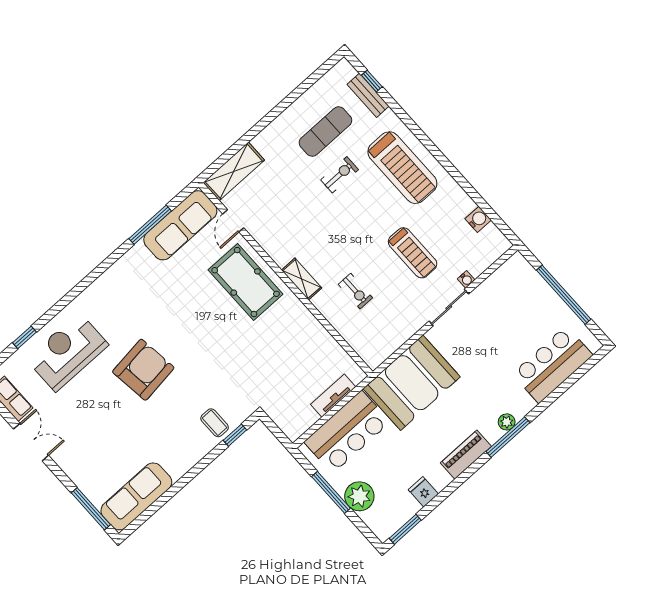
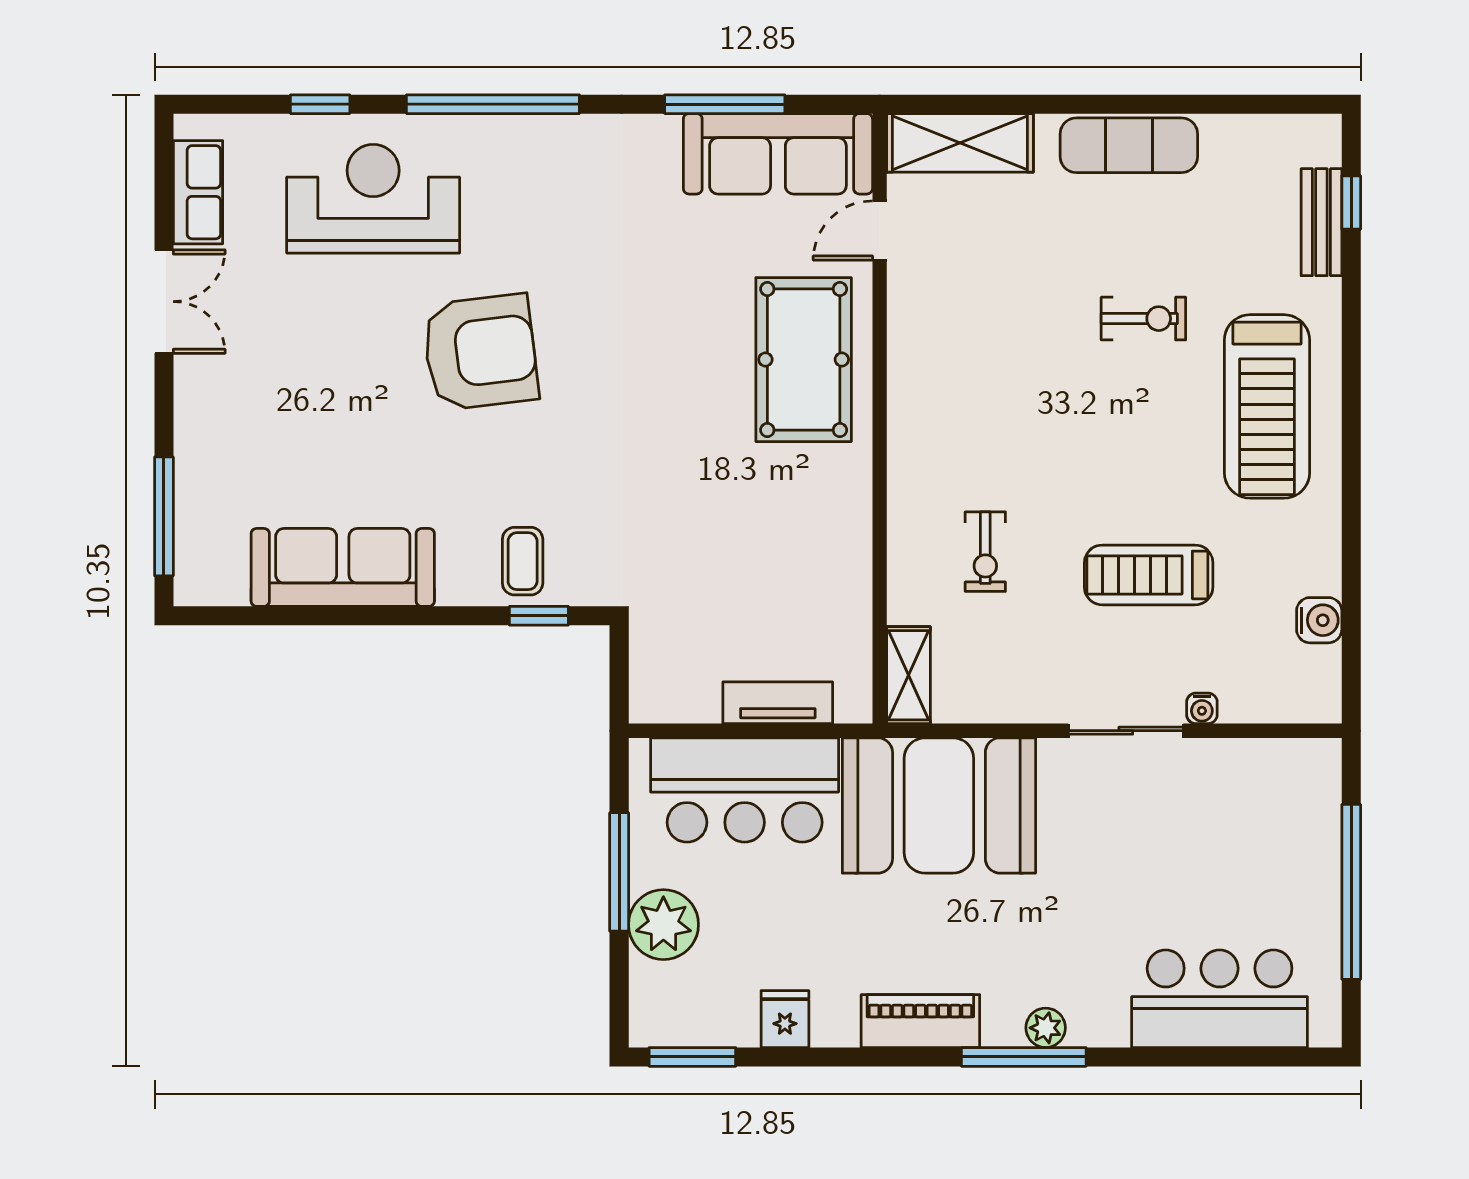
exercise mat: (325, 132) -> (1129, 145), moved
treadmill: (413, 253) -> (1149, 575), turned 90
shelving: (302, 279) -> (908, 675), moved
window: (78, 289) -> (493, 104), added
sofa: (136, 496) -> (343, 567), moved

